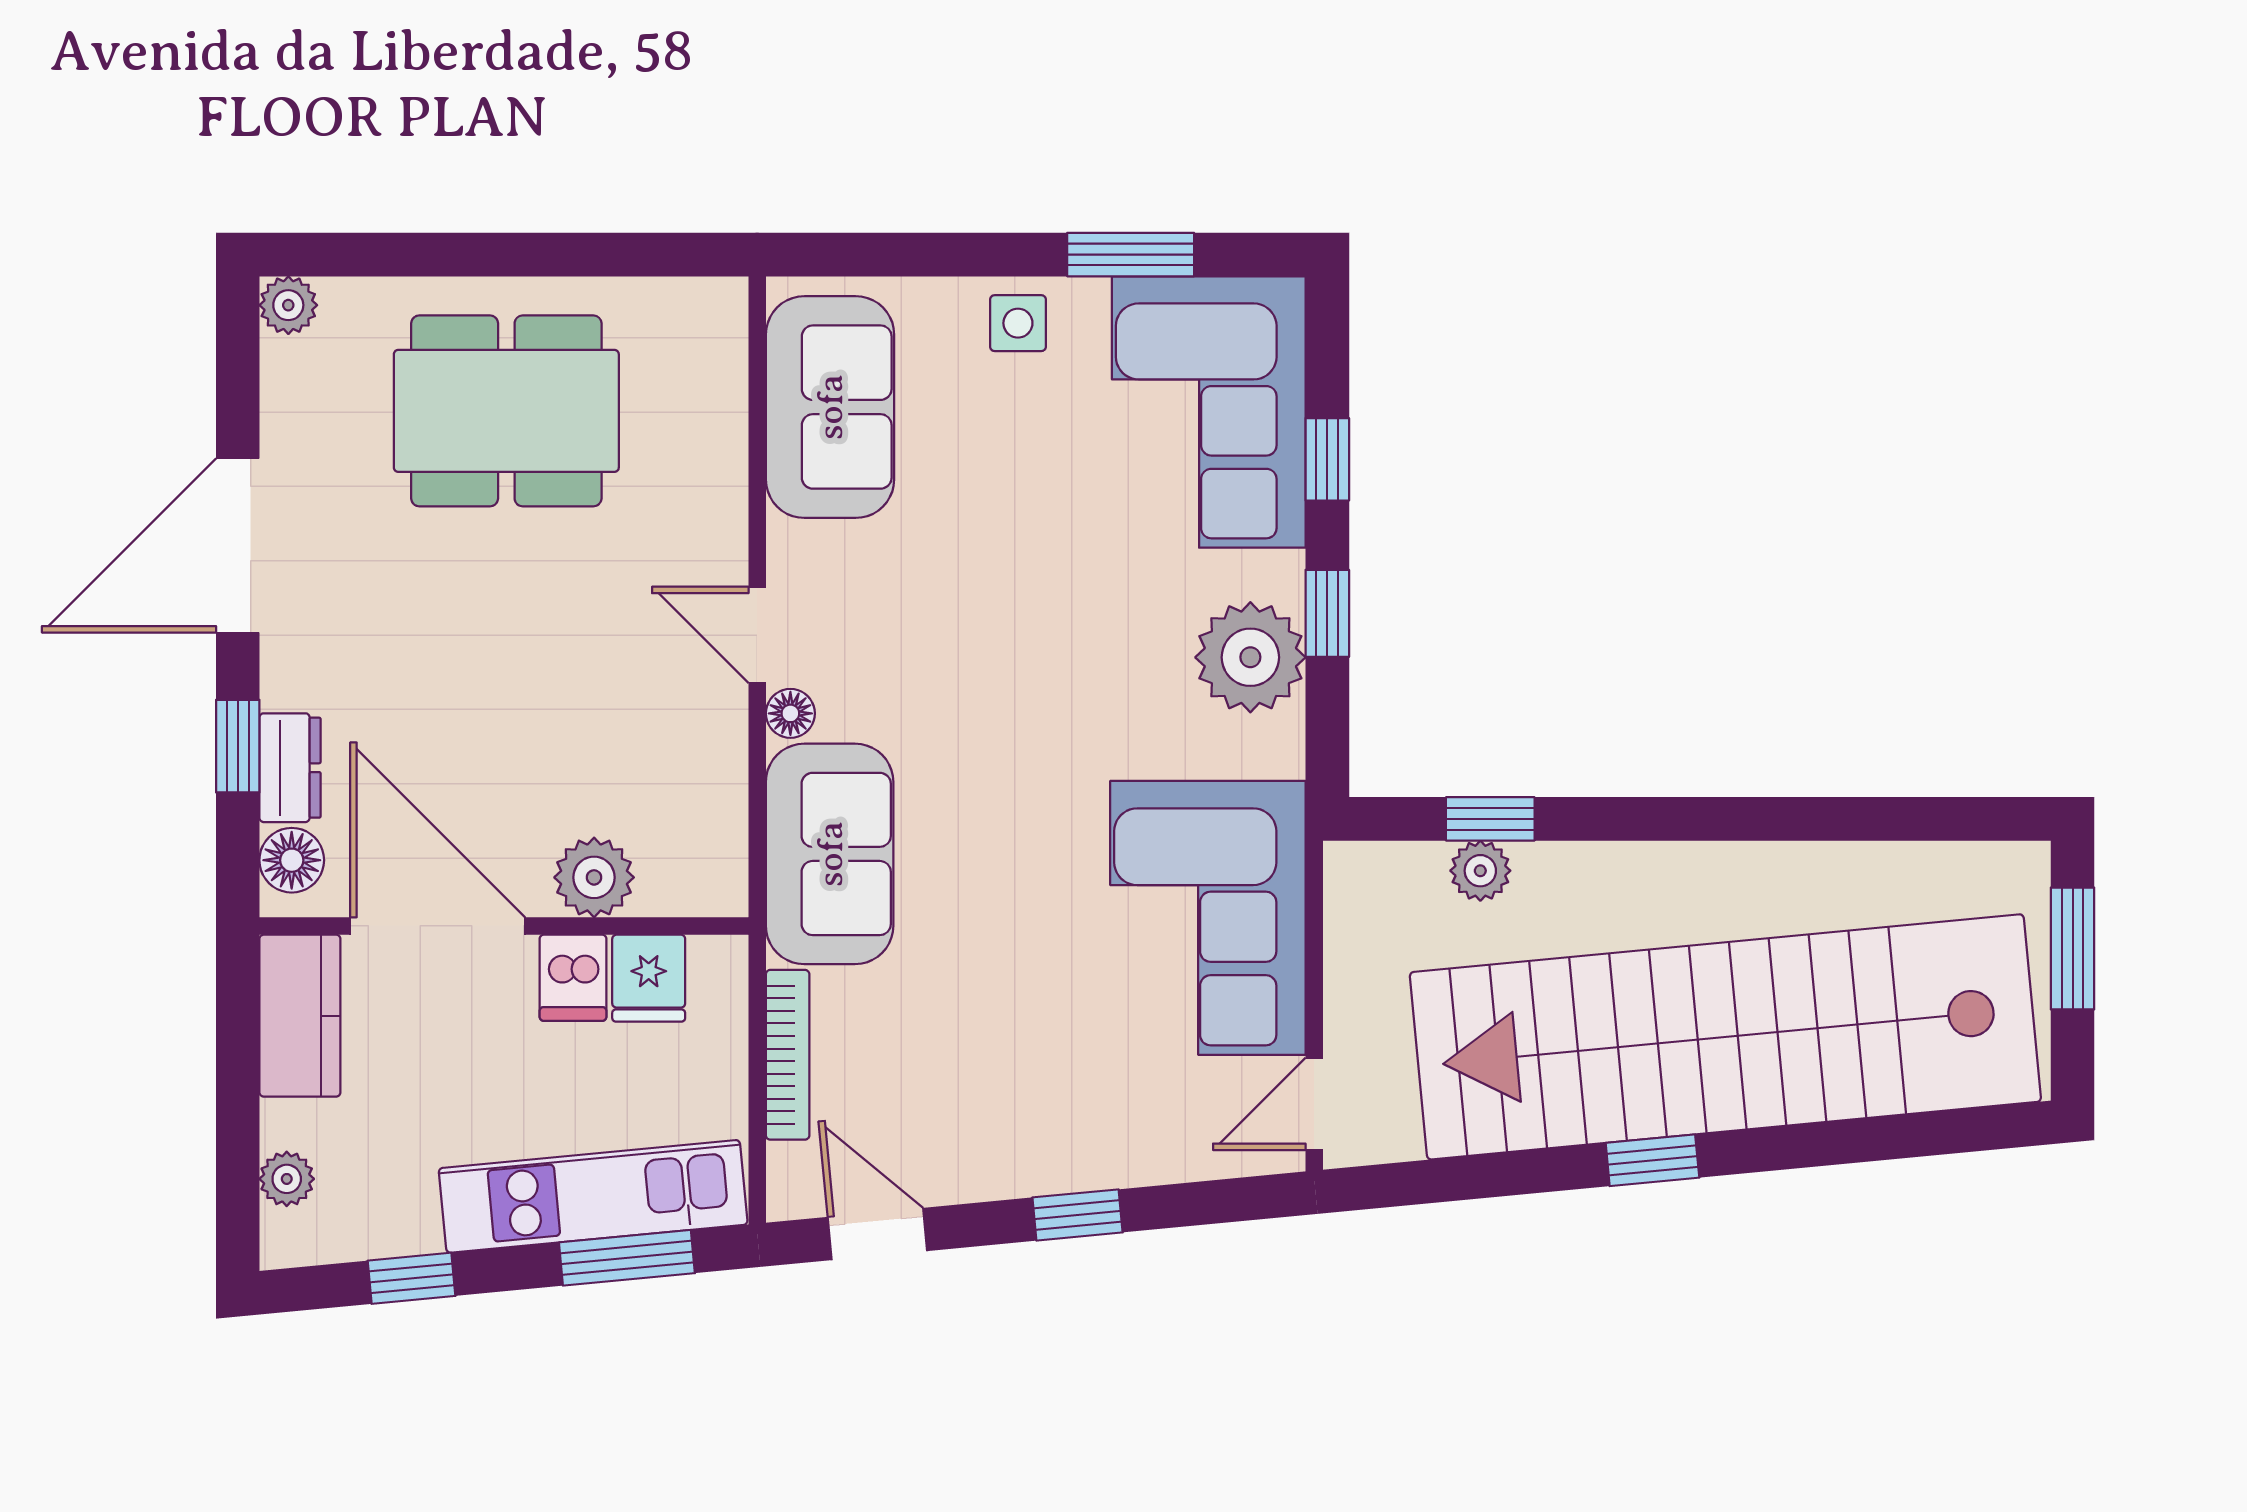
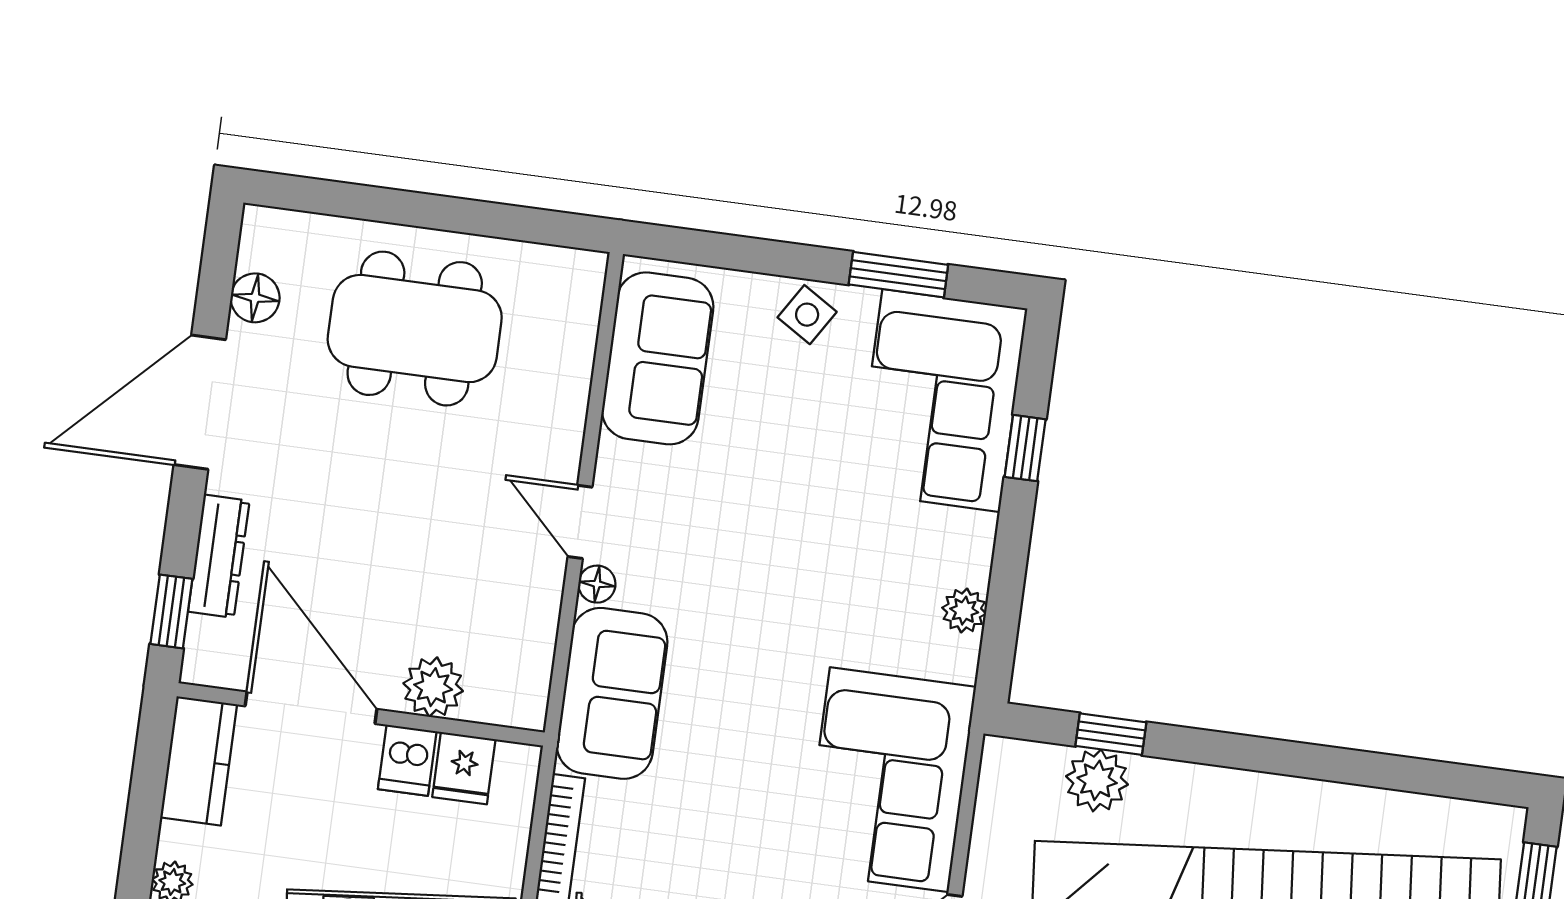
plant: (288, 305) -> (262, 227), removed
side table: (1018, 323) -> (807, 315), turned 32
window: (1327, 613) -> (1010, 563), removed
plant: (1250, 657) -> (964, 611), width x0.53, depth x0.53
window: (238, 746) -> (171, 611), moved
dresser: (290, 768) -> (219, 556), width x1.44
floor lamp: (292, 860) -> (255, 298), moved
plant: (1480, 871) -> (1097, 780), width x1.38, depth x1.38

